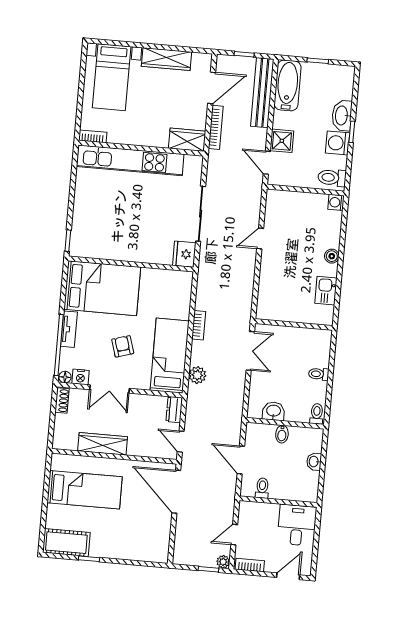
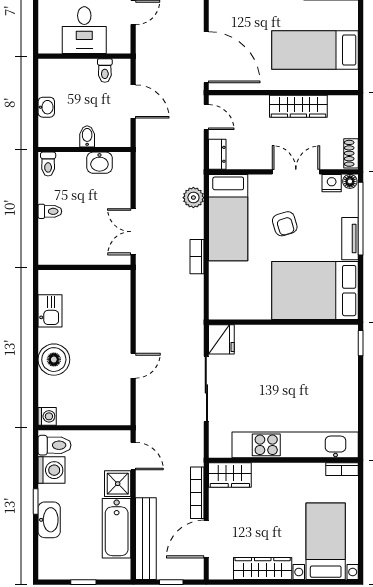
bathtub: (288, 85) -> (117, 528), moved
washing machine: (338, 143) -> (51, 470), moved
boiler: (332, 256) -> (54, 360), width x1.86, depth x1.86
desk: (297, 525) -> (84, 30), moved

